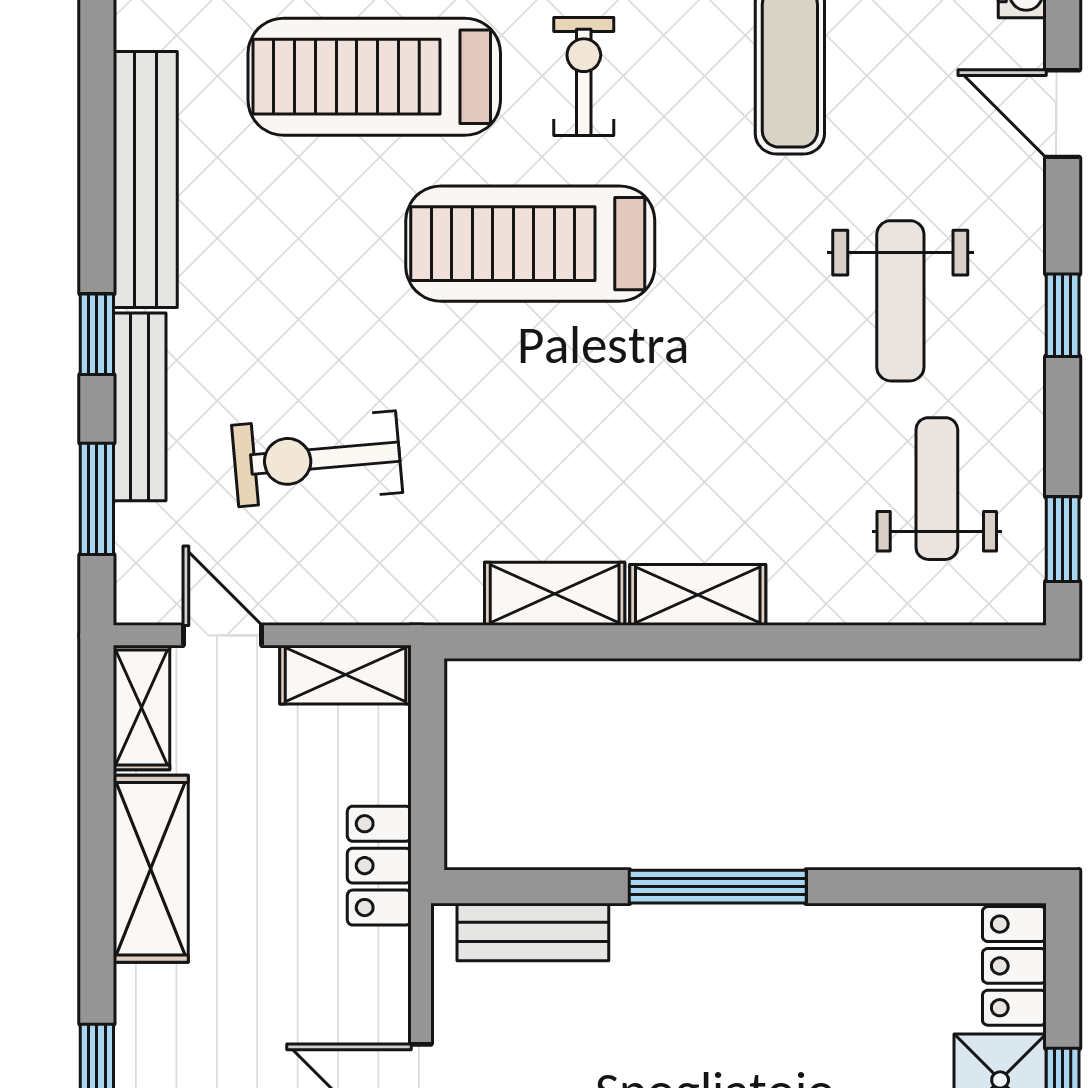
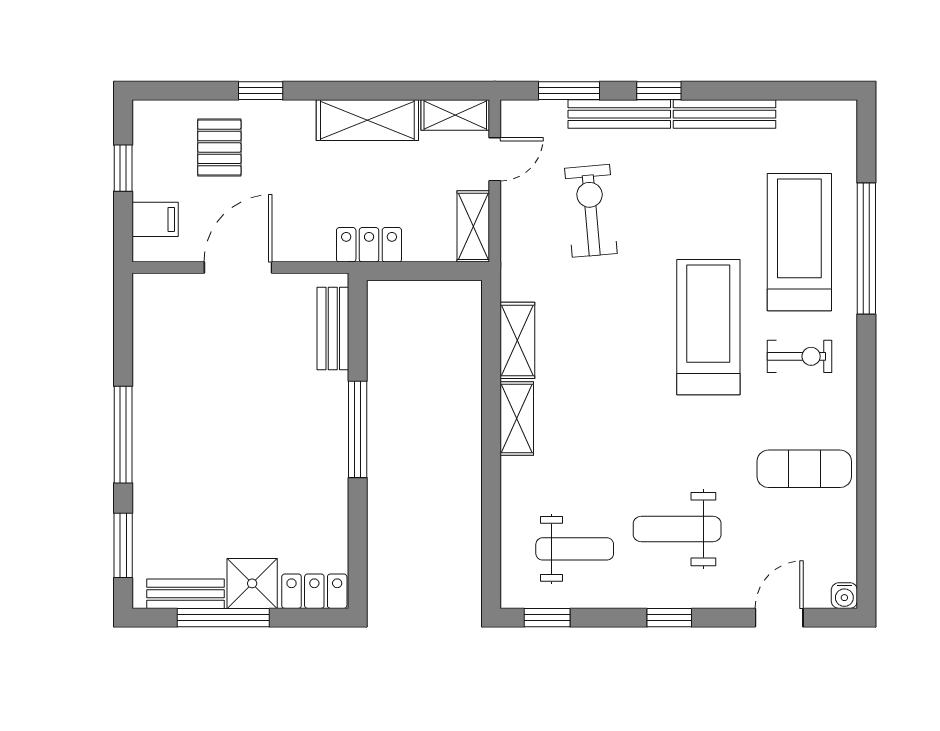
bench: (145, 180) -> (724, 114), width x0.73, depth x0.82

